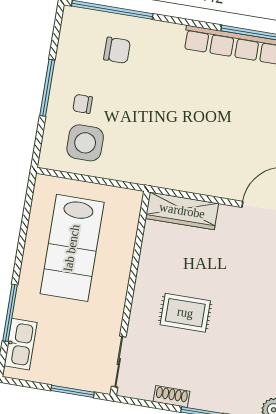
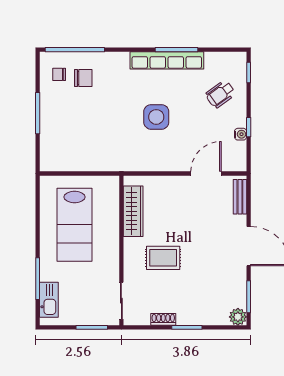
chair: (83, 104) -> (59, 74), moved
side table: (85, 143) -> (156, 117), moved
wardrobe: (182, 211) -> (133, 211), moved, turned -90

